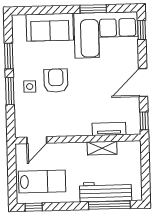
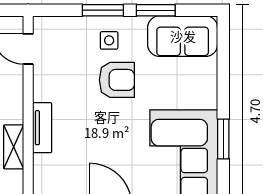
sofa: (50, 27) -> (183, 36), moved, turned -90
tv unit: (109, 129) -> (42, 128), moved

